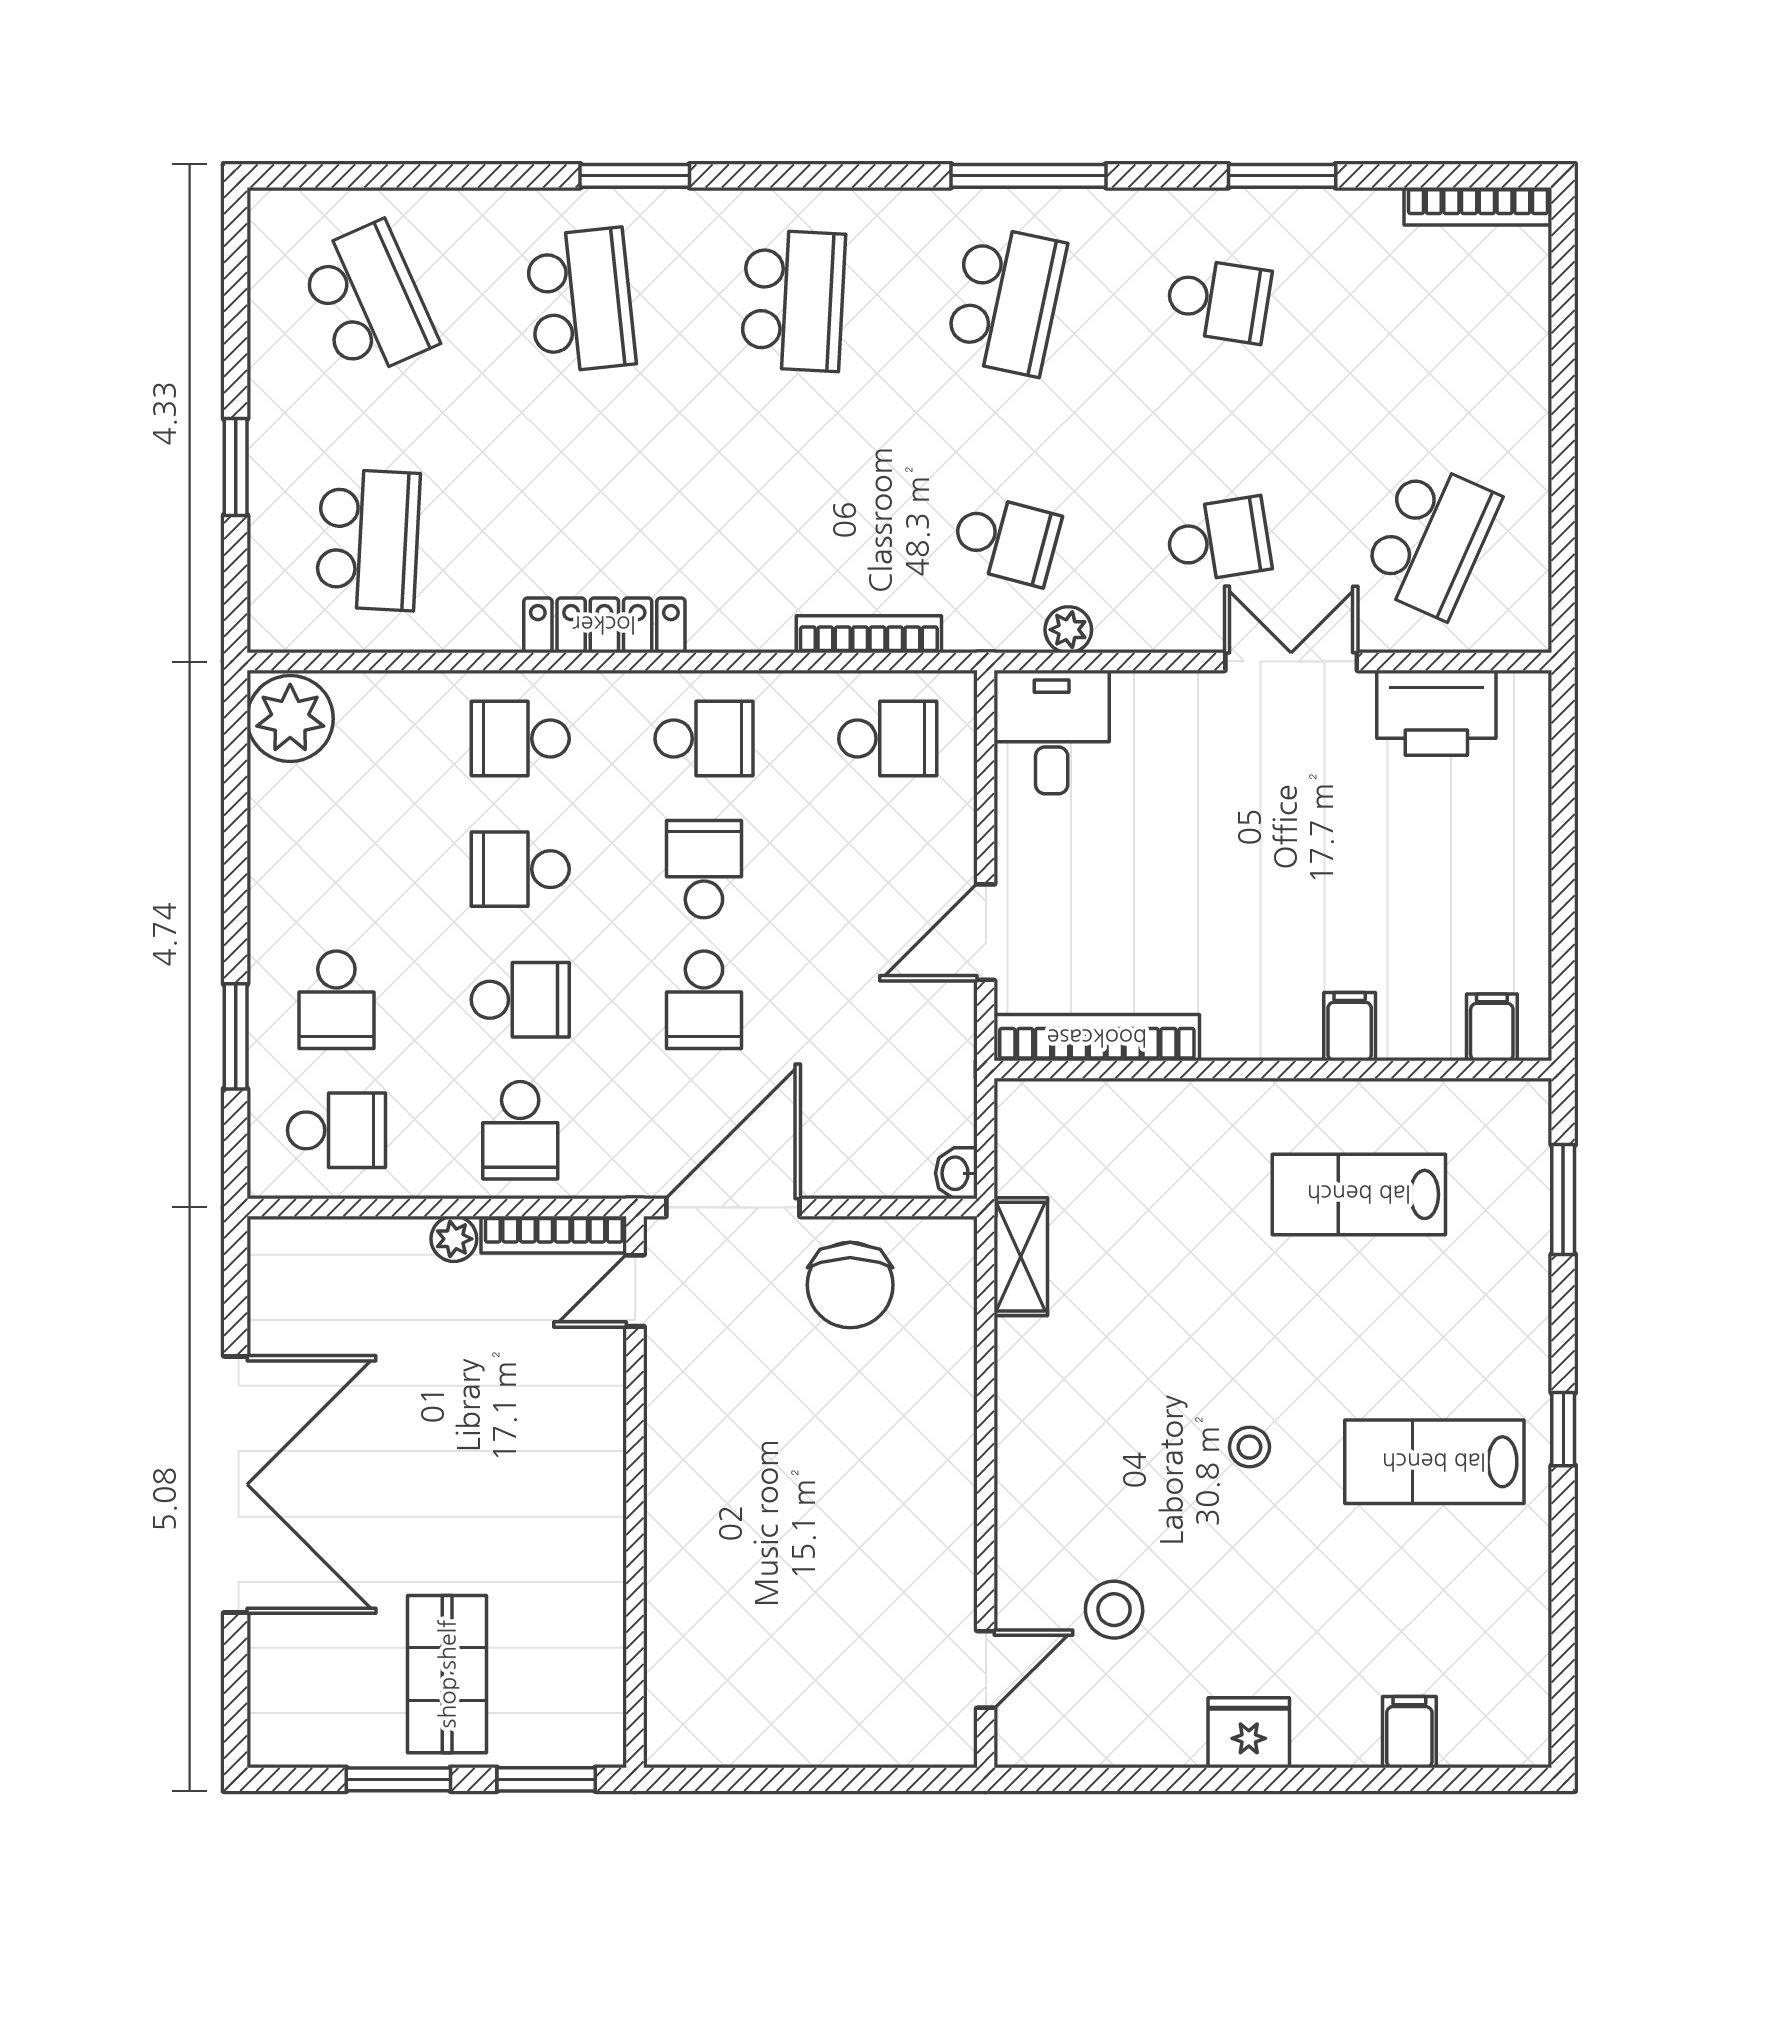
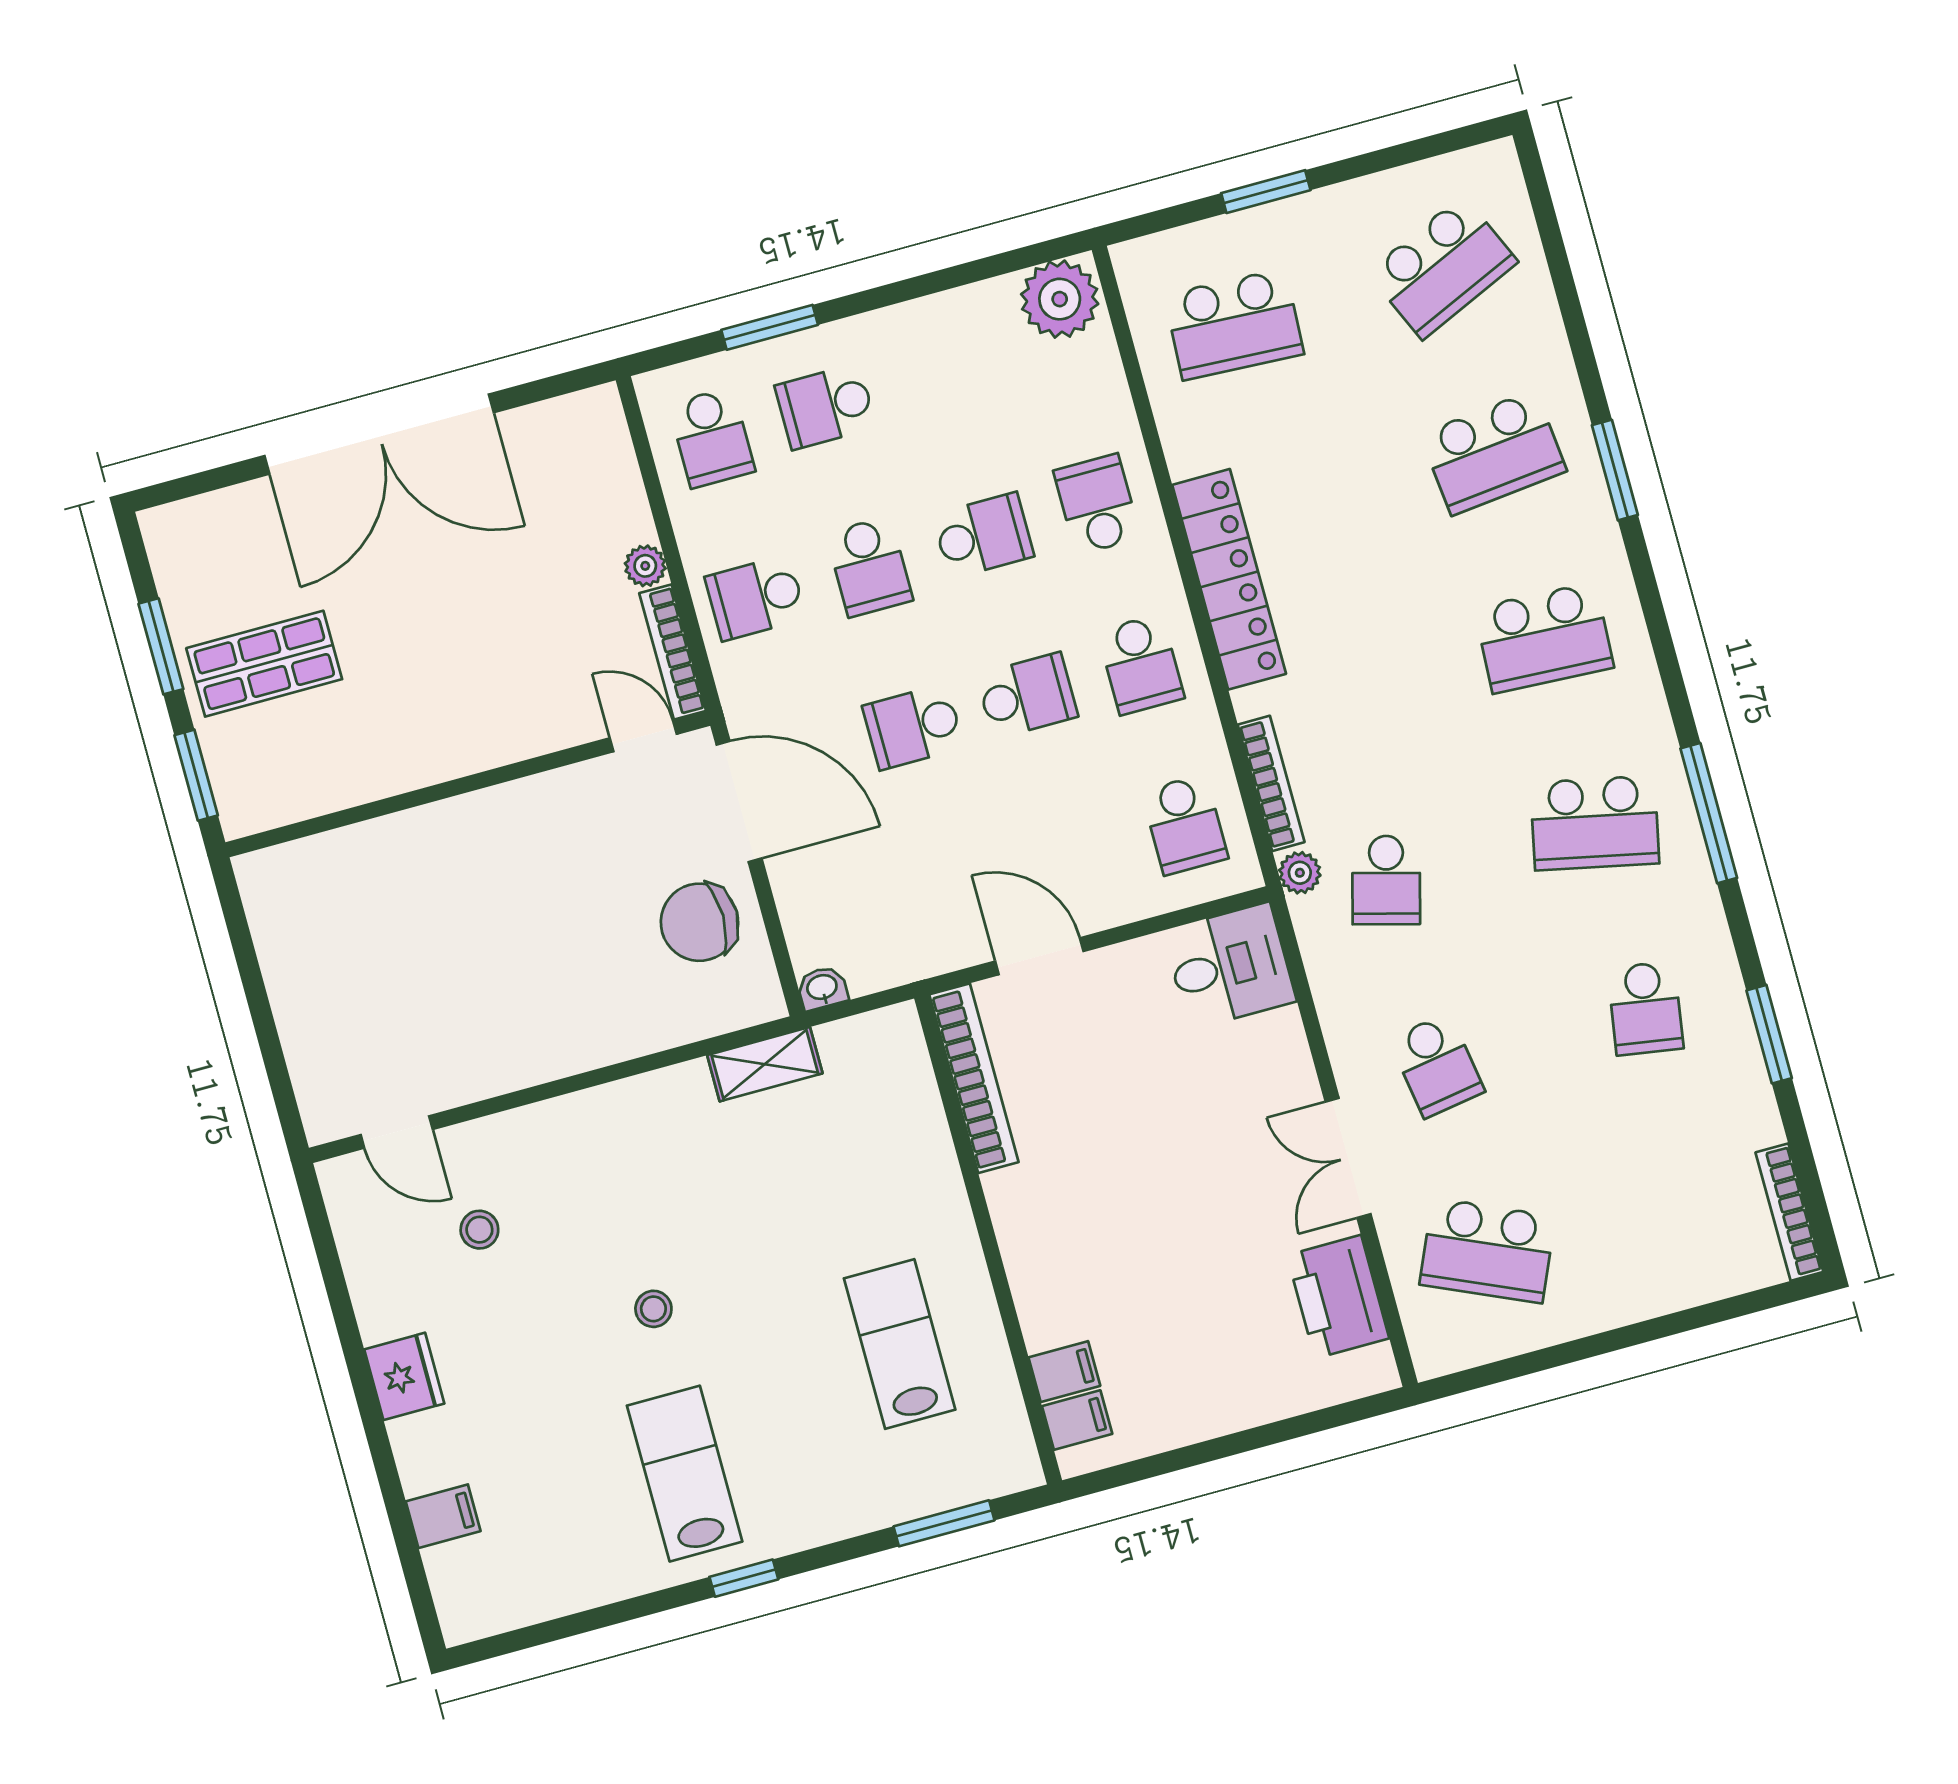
locker: (604, 625) -> (1229, 579), width x1.41, depth x1.21
plant: (1068, 630) -> (1300, 873), moved
double door: (1291, 661) -> (1348, 1158), swing flipped
school desk: (520, 869) -> (983, 535), turned 90
filing cabinet: (1350, 1027) -> (1064, 1372), moved
stool: (1114, 1610) -> (479, 1230), width x0.73, depth x0.73

